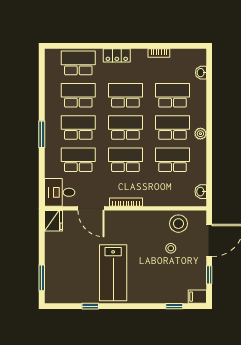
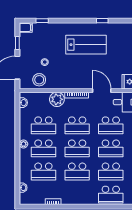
locker: (117, 55) -> (83, 200), removed
plant: (154, 196) -> (57, 99), added
lab bench: (113, 273) -> (86, 45), turned 90

